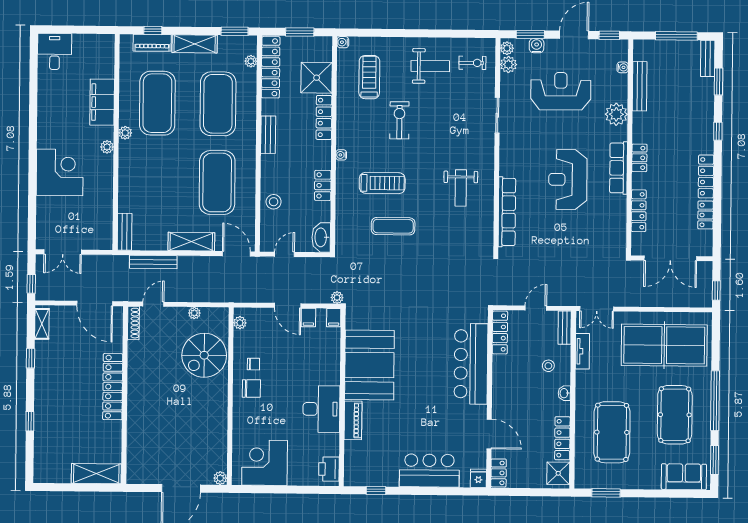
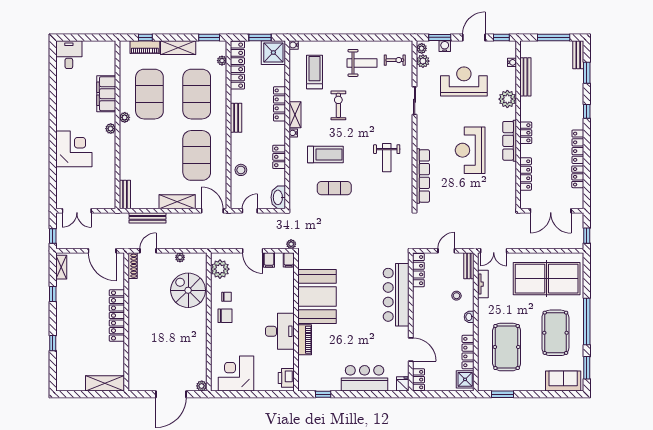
shower: (317, 78) -> (273, 53), moved
shelving: (344, 132) -> (295, 115), added
plant: (240, 323) -> (220, 269), width x1.88, depth x1.88
spiral stairs: (204, 355) -> (188, 290), turned 90

